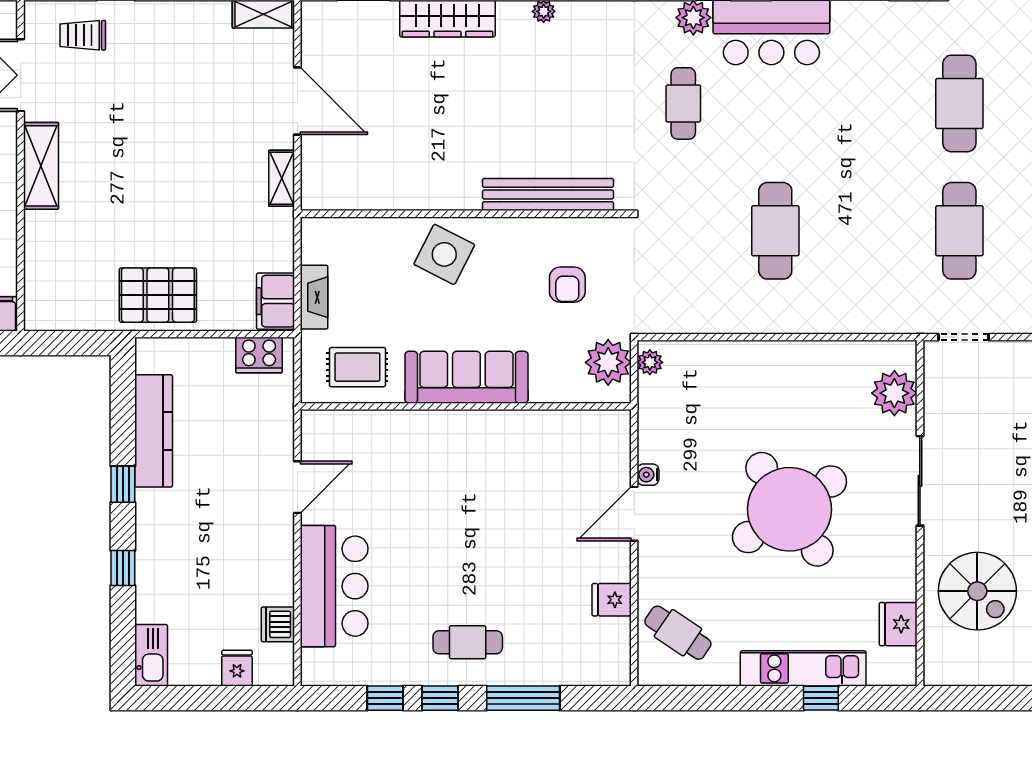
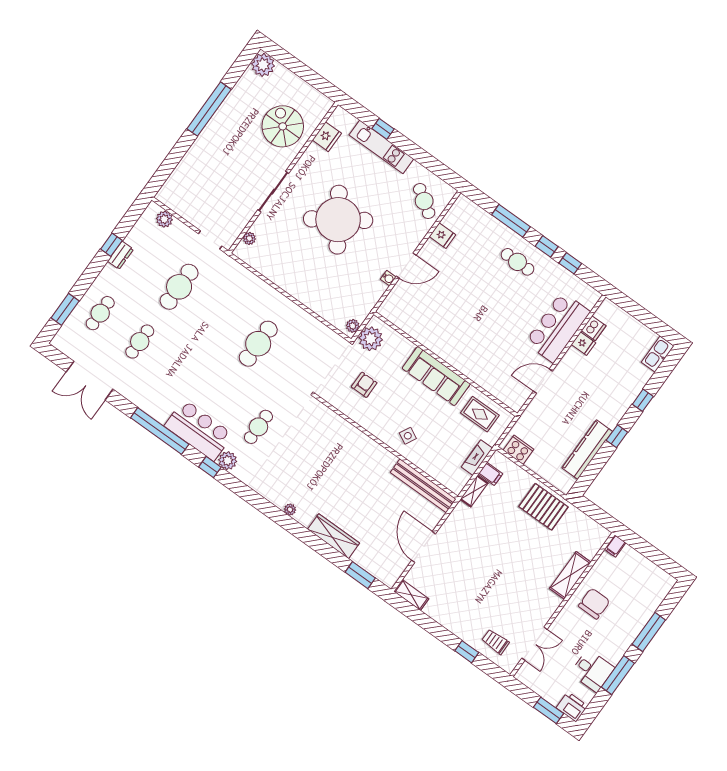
trolley: (83, 35) -> (495, 642), turned 180
cafe table: (959, 103) -> (140, 342), width x0.73, depth x0.74
shelving: (41, 166) -> (570, 575), moved
shelving: (282, 178) -> (474, 491), moved
bench: (548, 195) -> (423, 486), moved
side table: (444, 254) -> (408, 436), width x0.54, depth x0.54
filing cabinet: (275, 301) -> (490, 474), width x0.50
plant: (894, 393) -> (249, 238), width x0.53, depth x0.53
fridge: (237, 668) -> (583, 344), moved, turned -90

